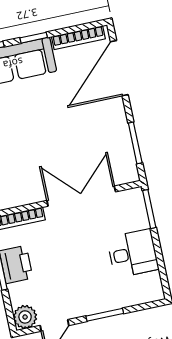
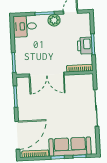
desk: (133, 253) -> (25, 26), moved
plant: (25, 317) -> (54, 20), moved

